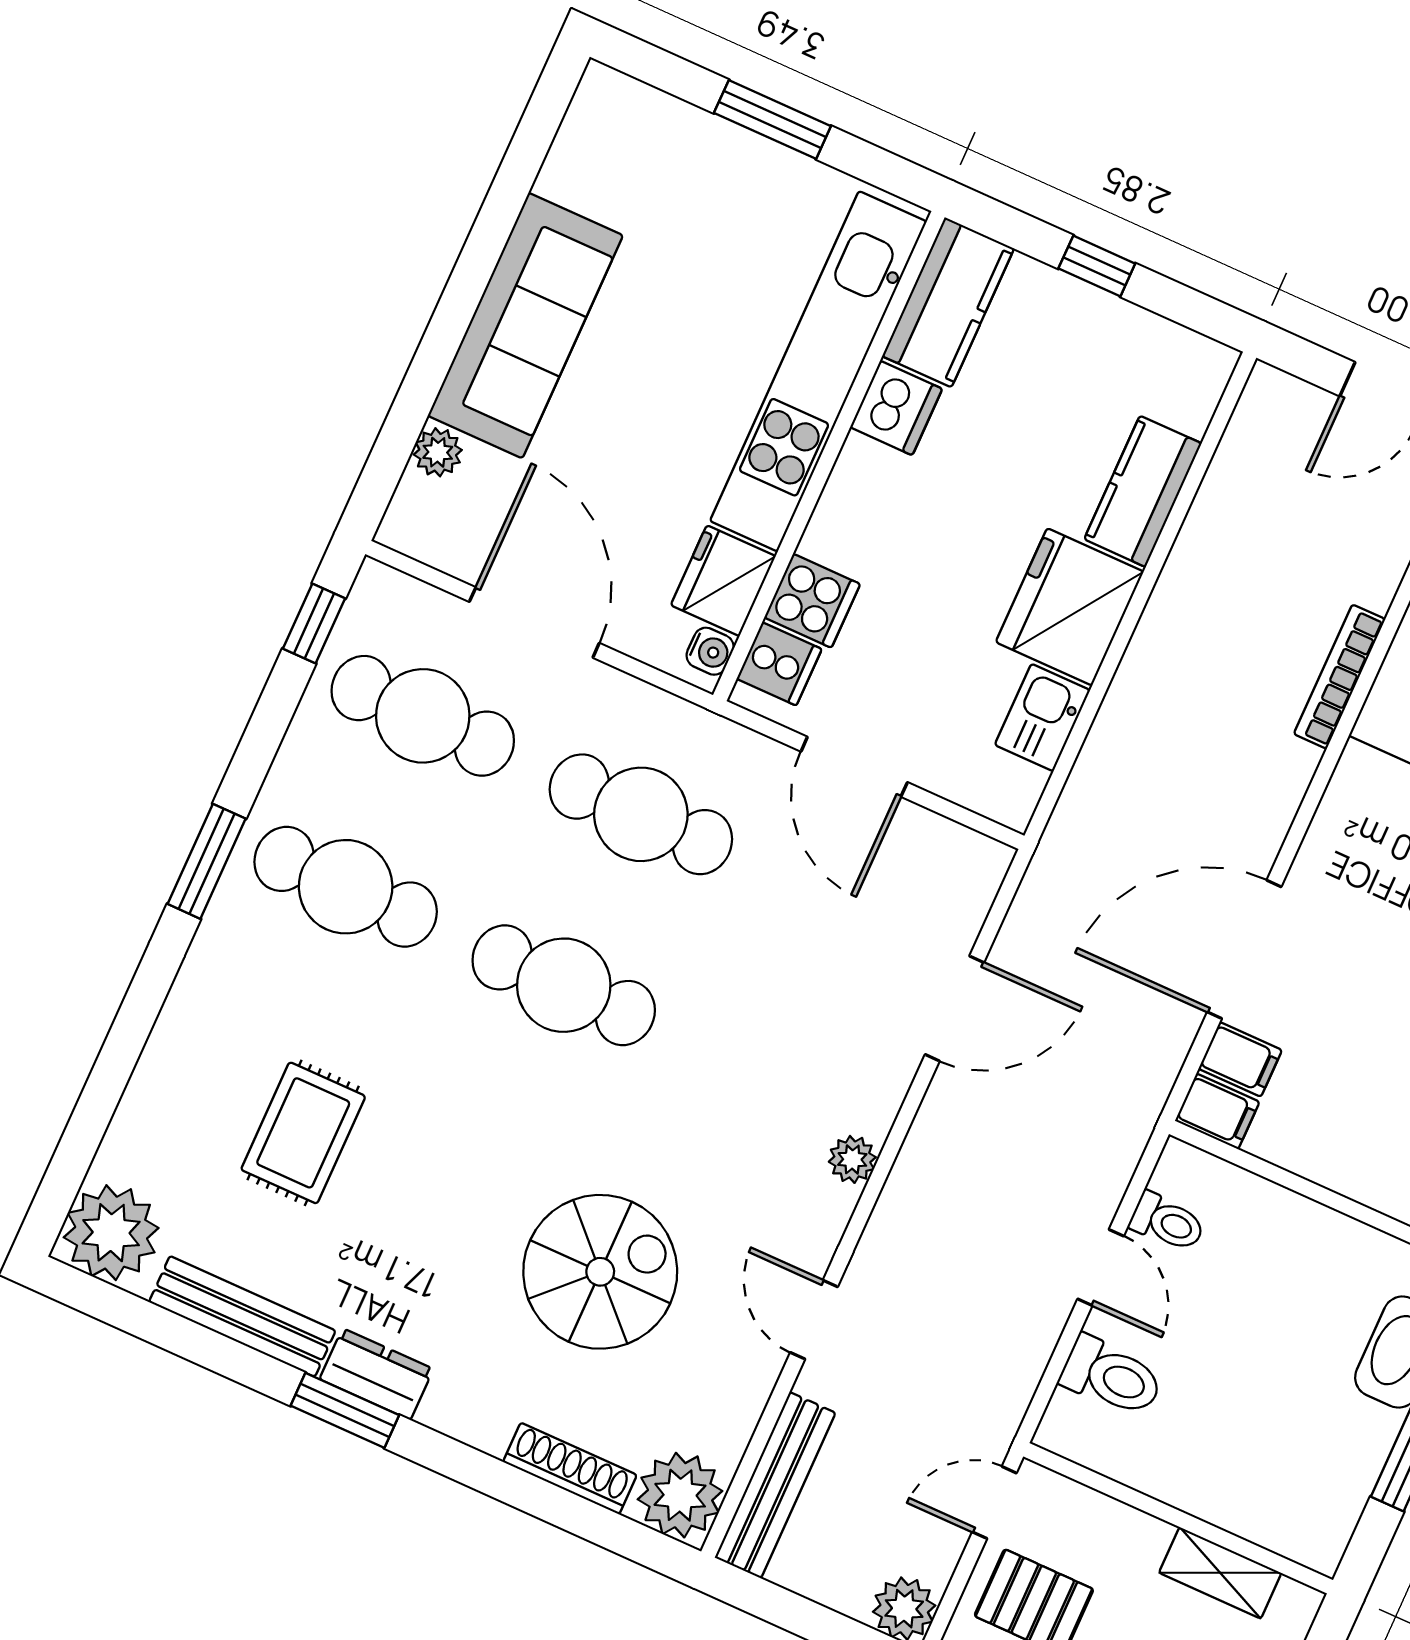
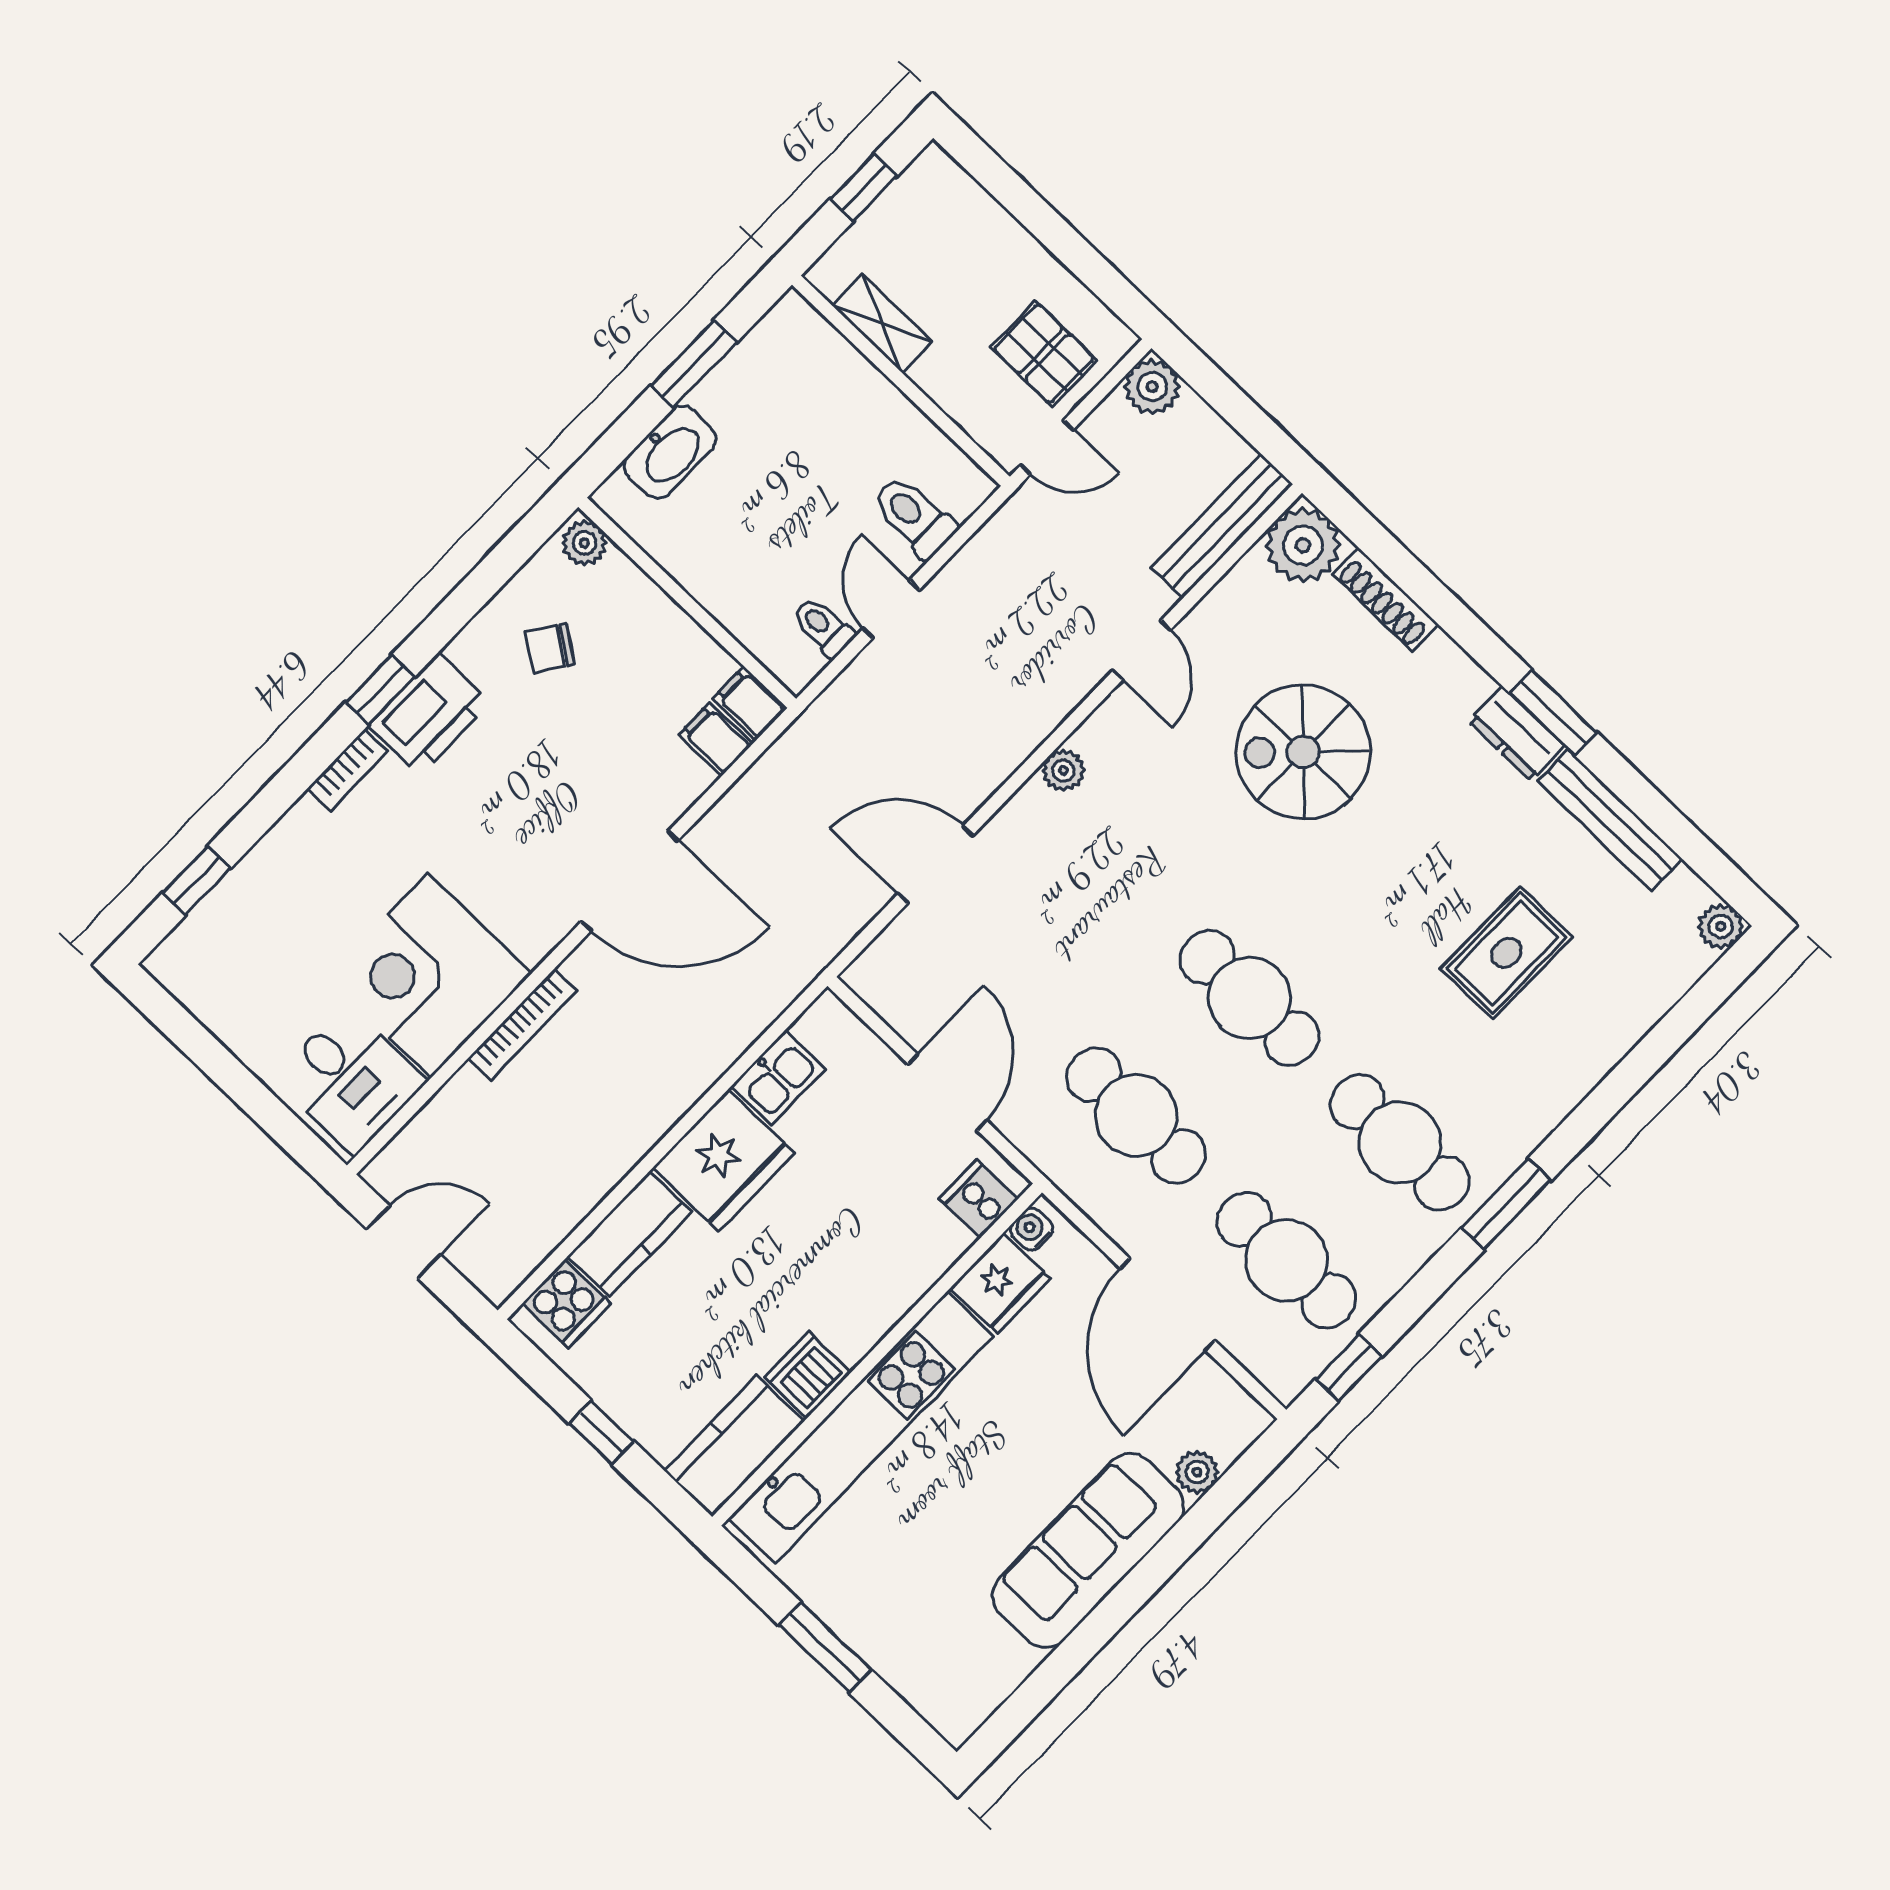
cooker: (812, 601) -> (567, 1304), moved, turned 180
door: (1244, 949) -> (630, 881), moved
plant: (111, 1233) -> (1721, 927), width x0.53, depth x0.53

